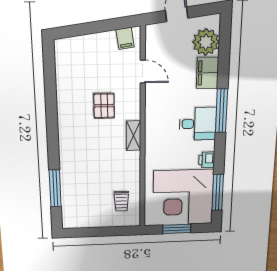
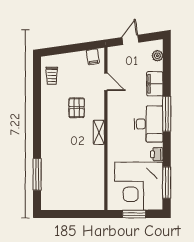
plant: (206, 42) -> (157, 56), width x0.53, depth x0.53
desk: (198, 124) -> (149, 124), width x1.37
trolley: (121, 201) -> (52, 76), moved

